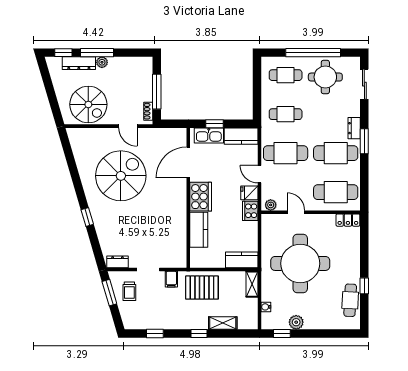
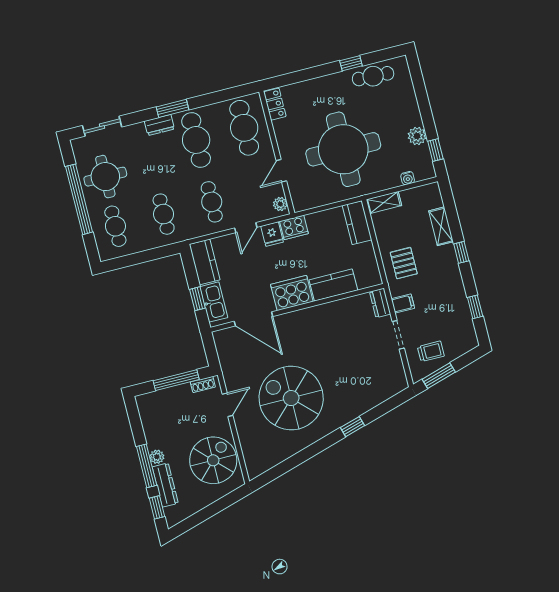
cafe table: (286, 153) -> (212, 202), width x0.73, depth x0.74
dresser: (118, 262) -> (380, 303), moved
pallet: (202, 288) -> (404, 263), width x0.67, depth x0.71

